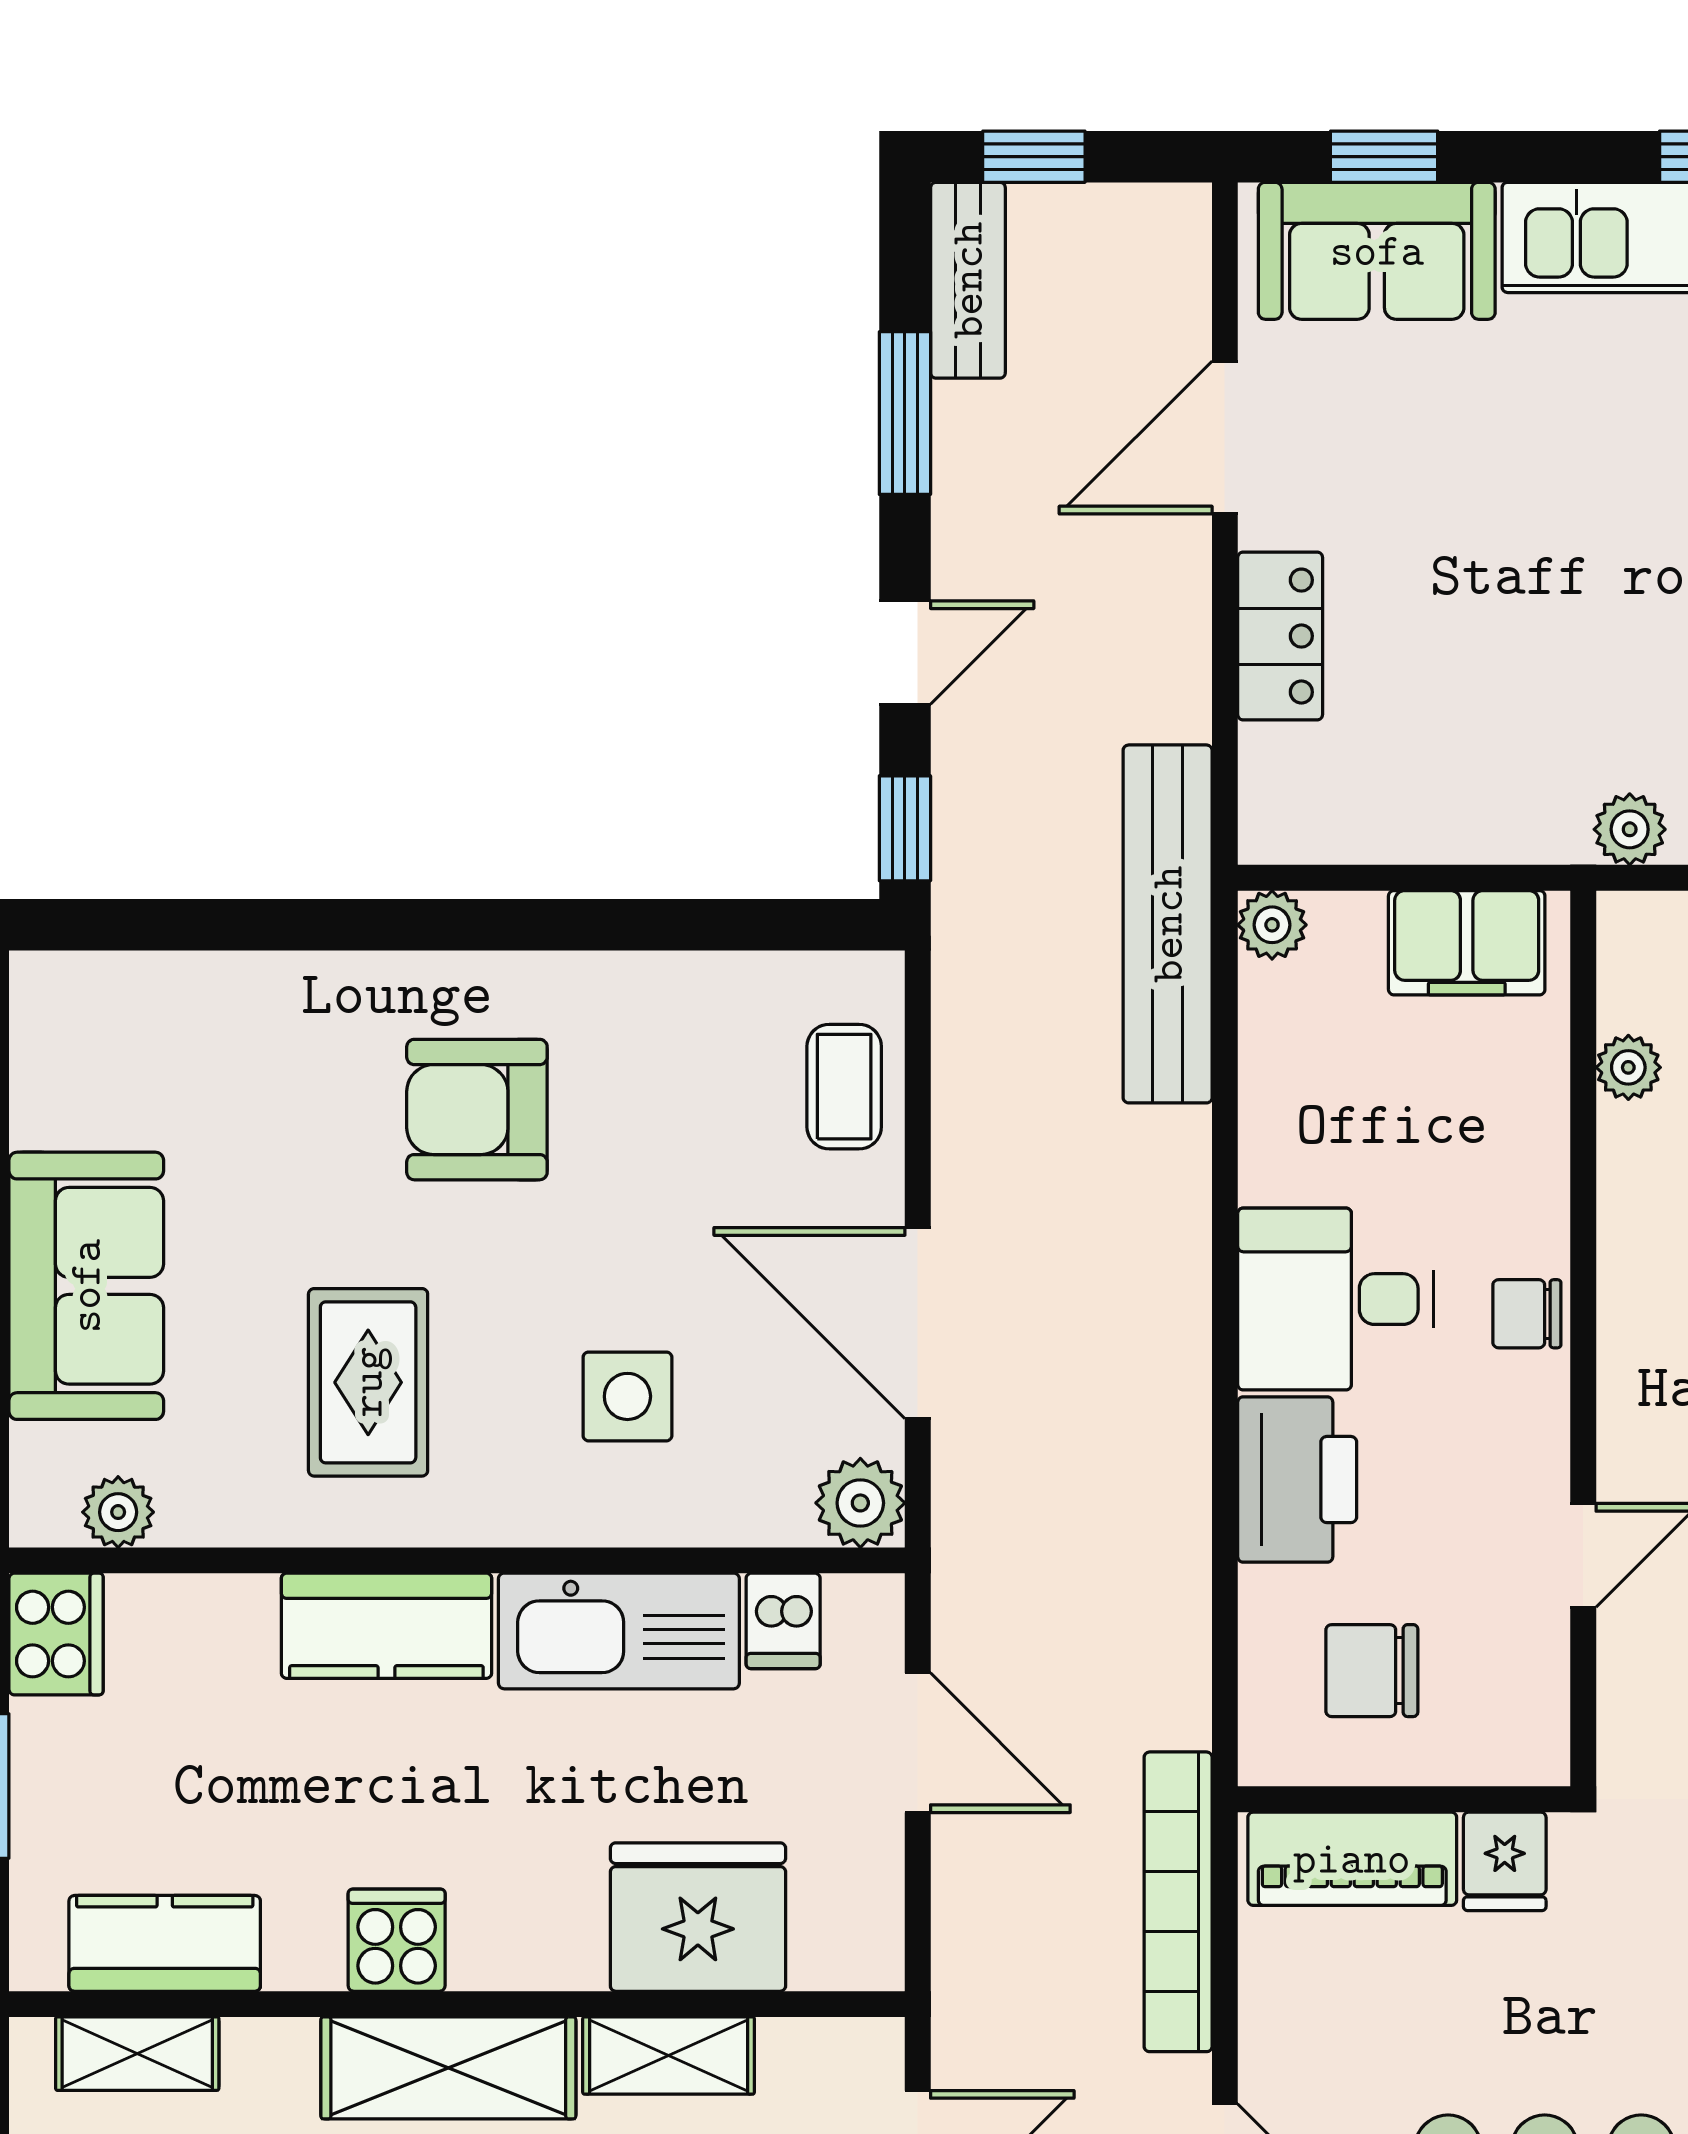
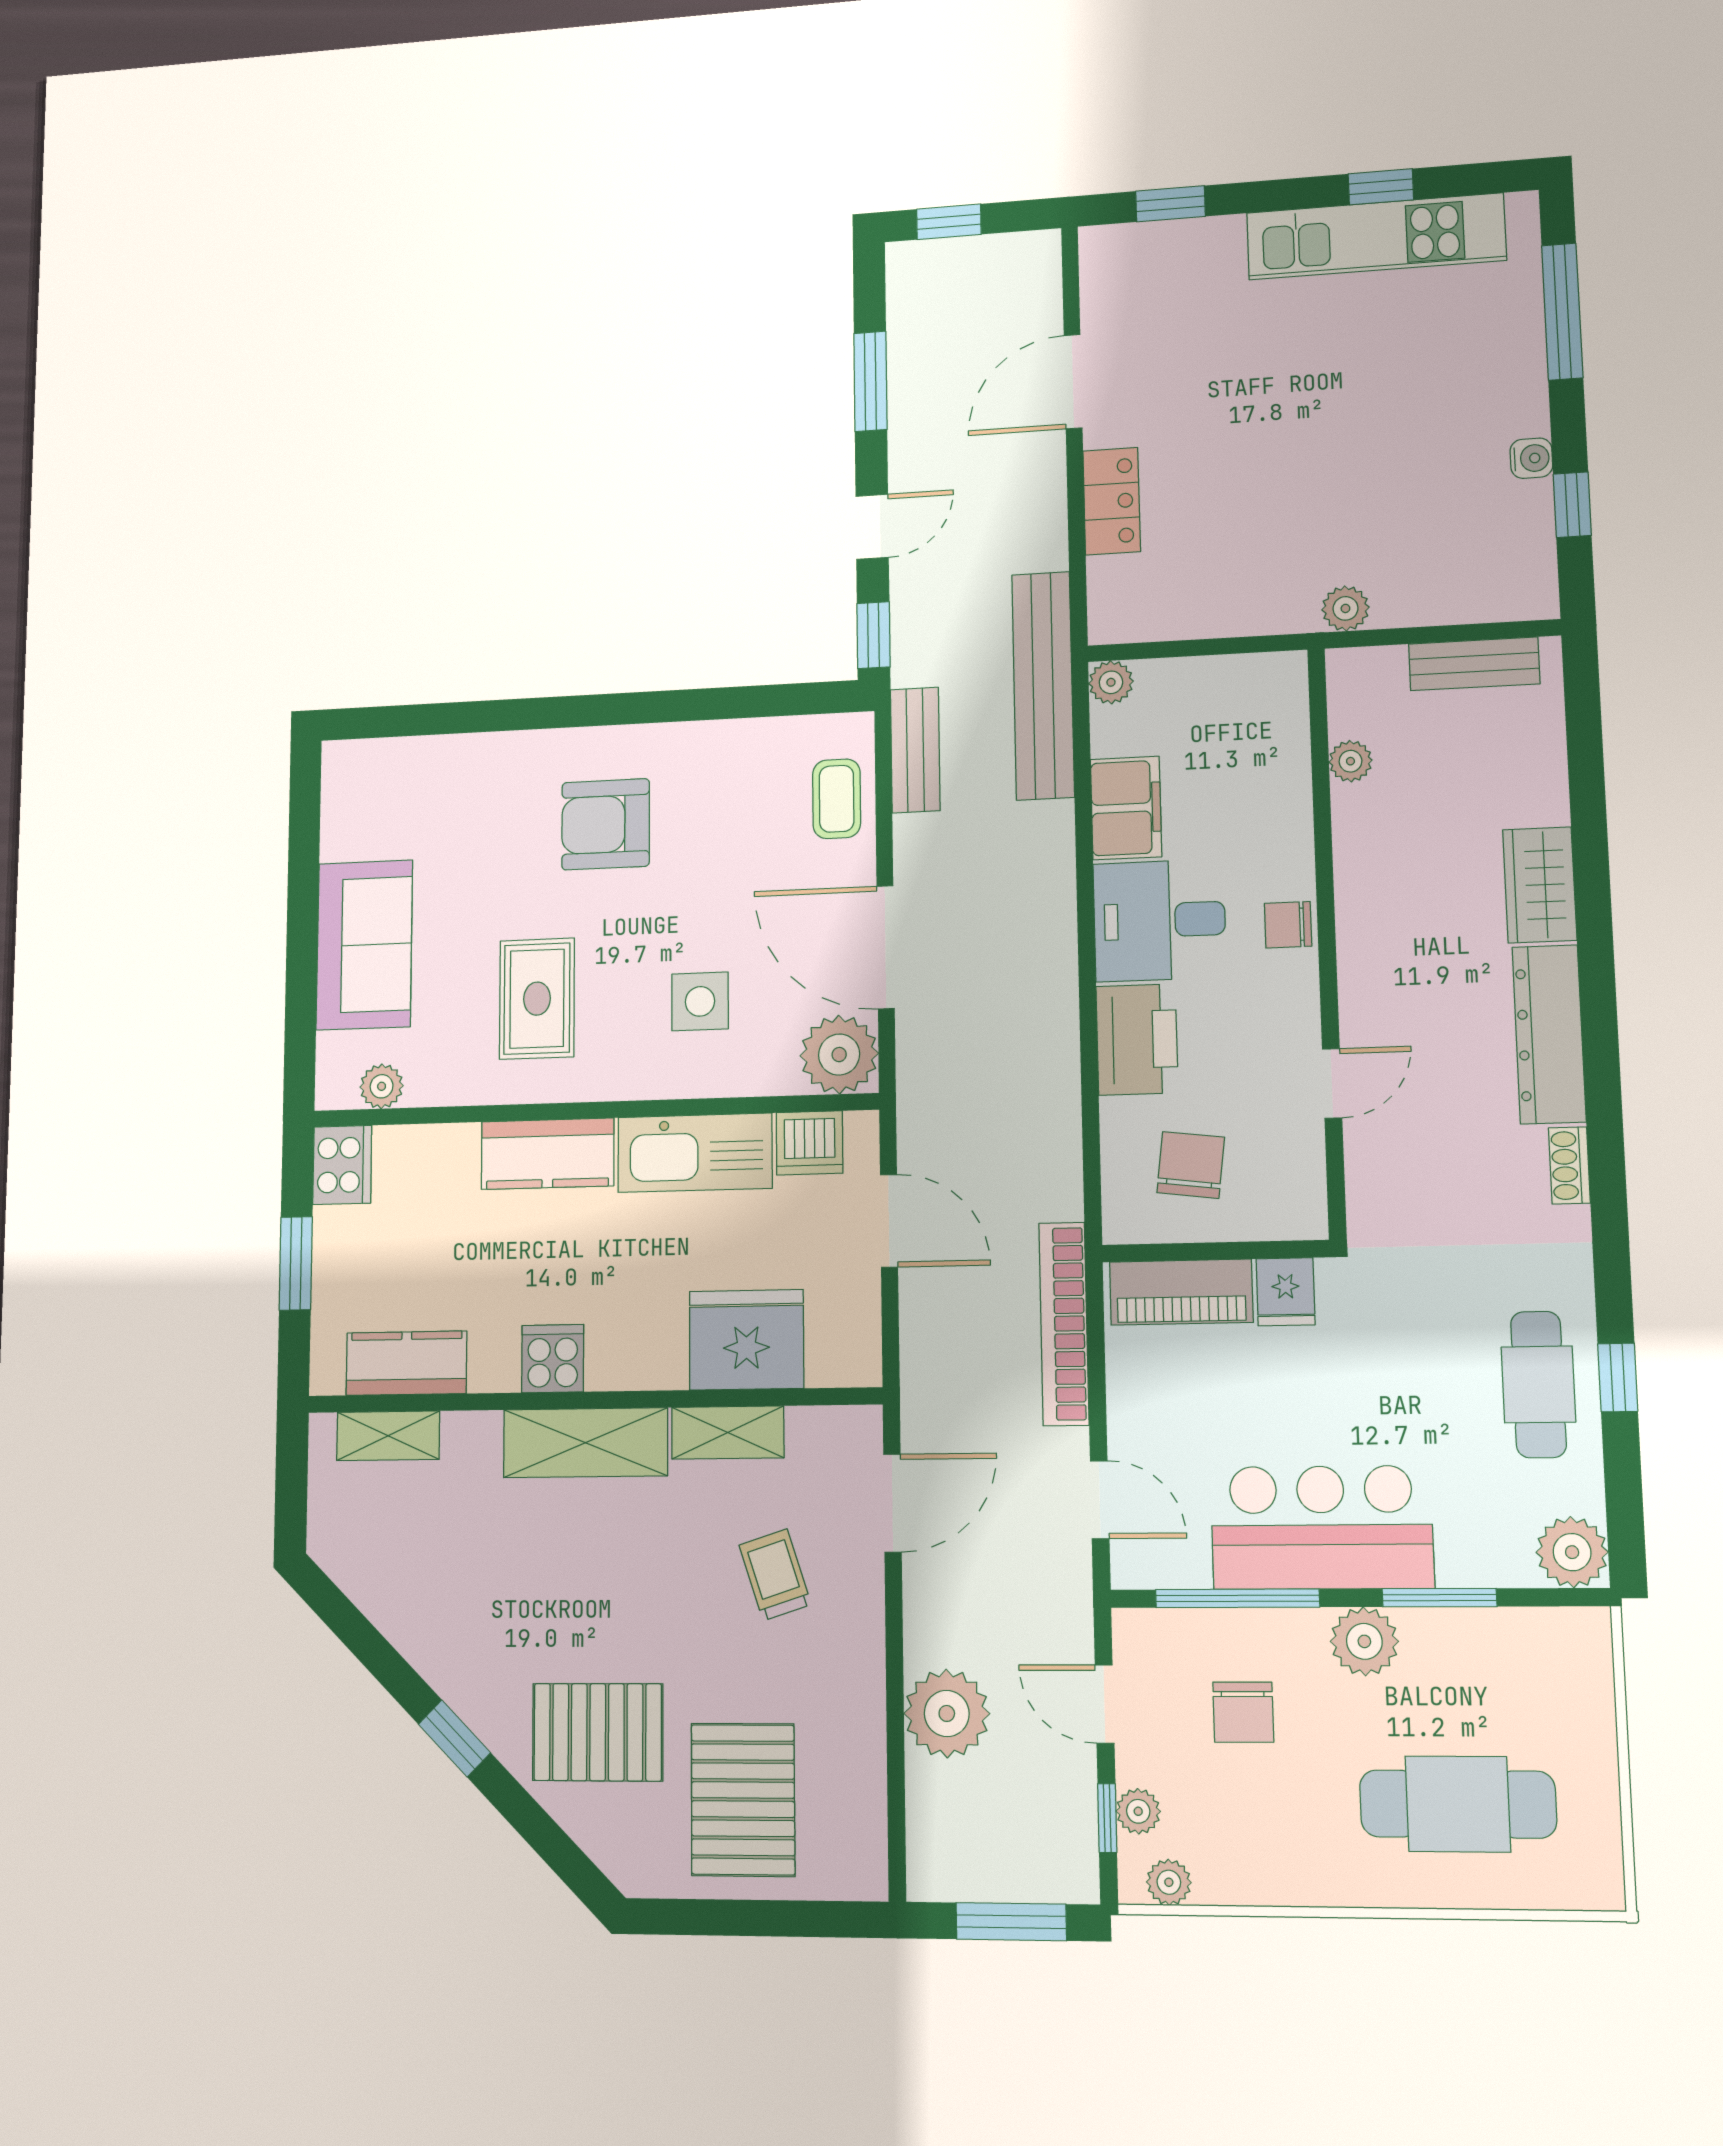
sofa: (1377, 251) -> (1167, 261), removed
bench: (968, 280) -> (915, 750), moved
filing cabinet: (1467, 943) -> (1126, 808), moved, turned -90
plant: (860, 1503) -> (839, 1055), width x1.36, depth x1.36
dishwasher: (783, 1621) -> (810, 1143), width x1.38
chair: (1372, 1671) -> (1191, 1165), turned 97

